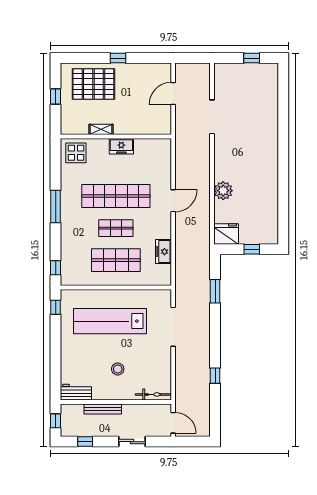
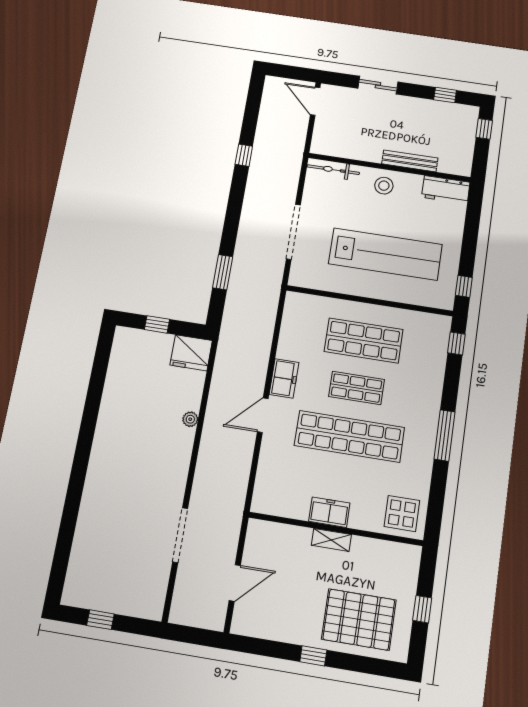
shelving: (101, 129) -> (331, 540), moved
plant: (223, 191) -> (190, 419), width x0.53, depth x0.53
freezer: (163, 252) -> (284, 378), moved
workbench: (76, 392) -> (446, 190), moved
bicycle: (153, 394) -> (333, 170), moved
wall: (116, 402) -> (389, 168), moved
bench: (103, 409) -> (410, 161), moved

